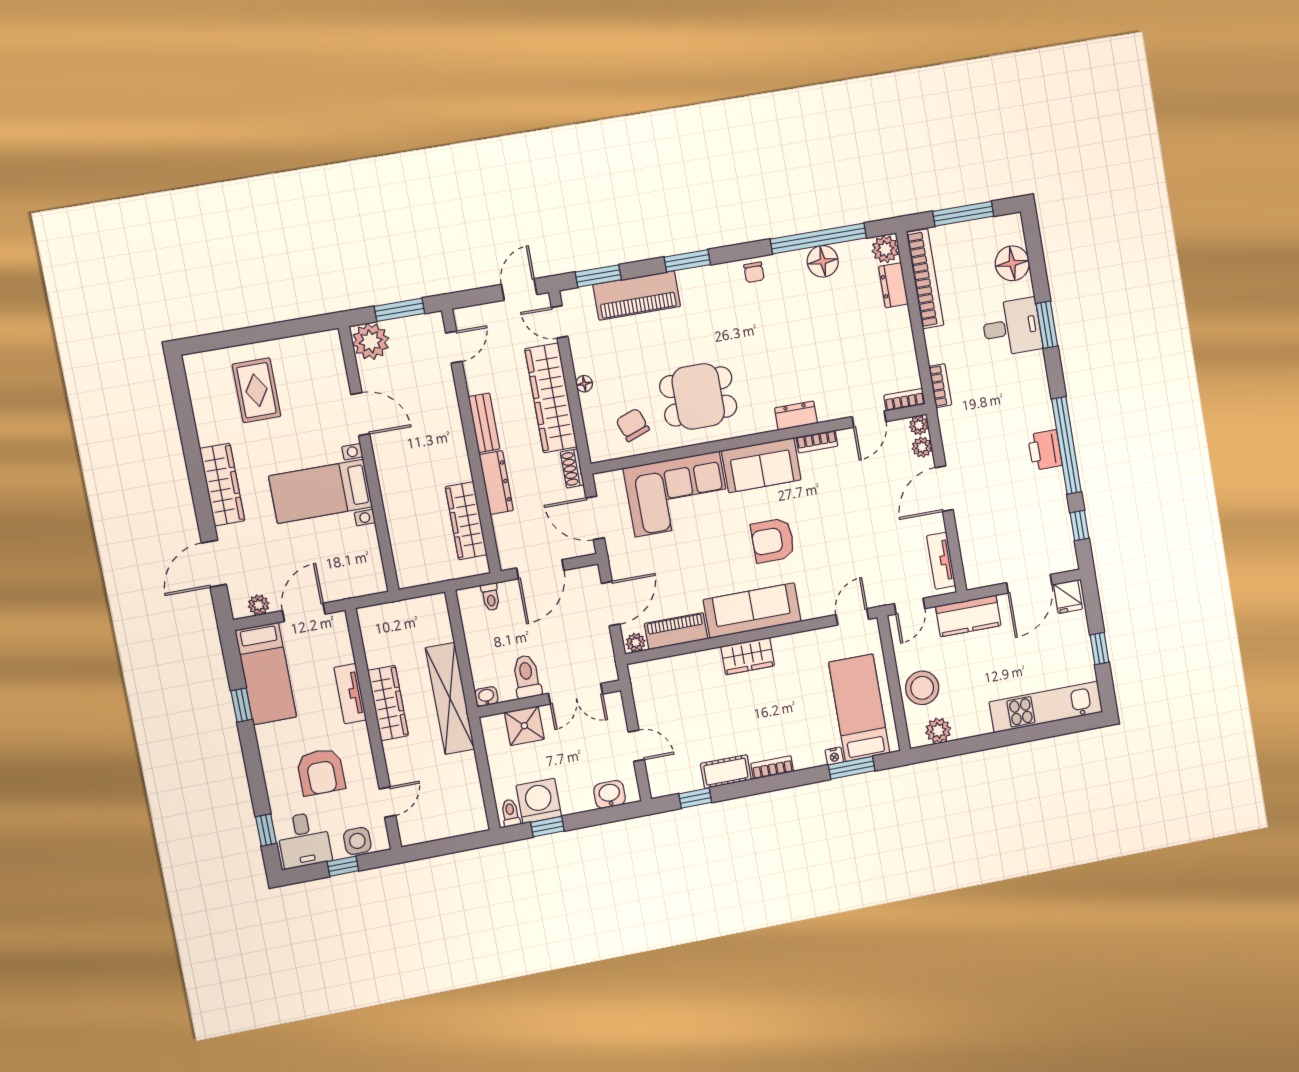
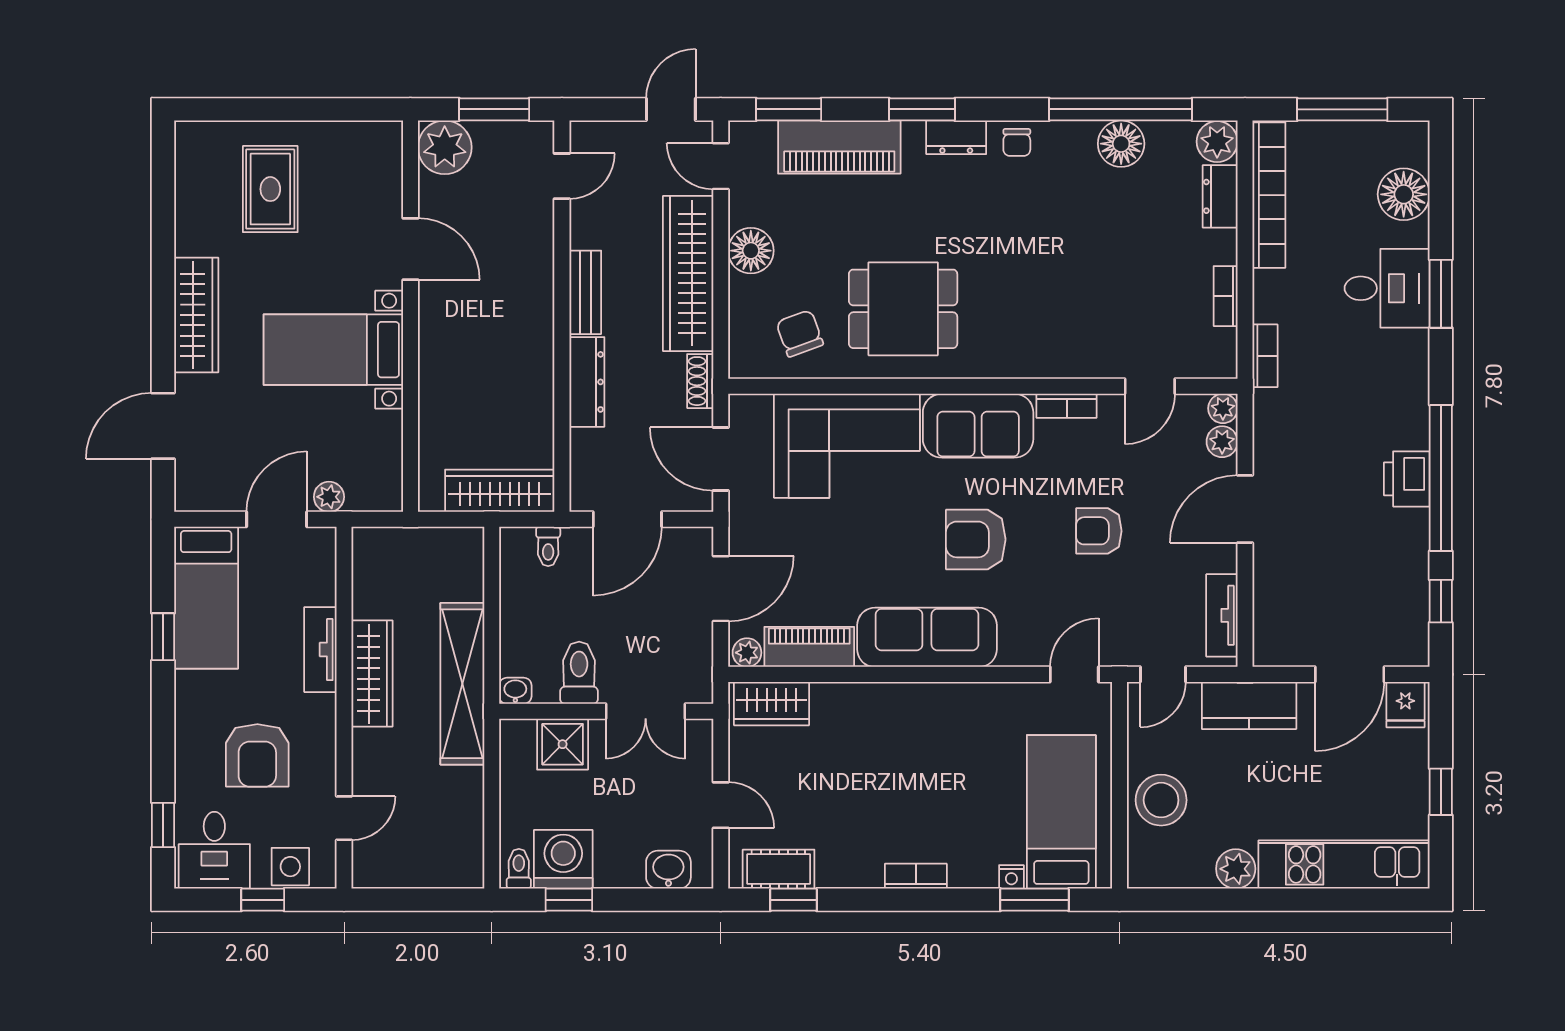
floor lamp: (584, 384) -> (751, 251), width x1.89, depth x1.89
bookcase: (904, 400) -> (1226, 296), moved, turned -90
dresser: (796, 416) -> (956, 137), moved, turned 180
armchair: (852, 520) -> (1099, 531), added
wardrobe: (466, 521) -> (500, 491), moved, turned 90
plant: (259, 605) -> (329, 497), moved
wardrobe: (748, 656) -> (771, 704), moved
plant: (938, 731) -> (1236, 869), moved
cot: (726, 772) -> (779, 869), moved

